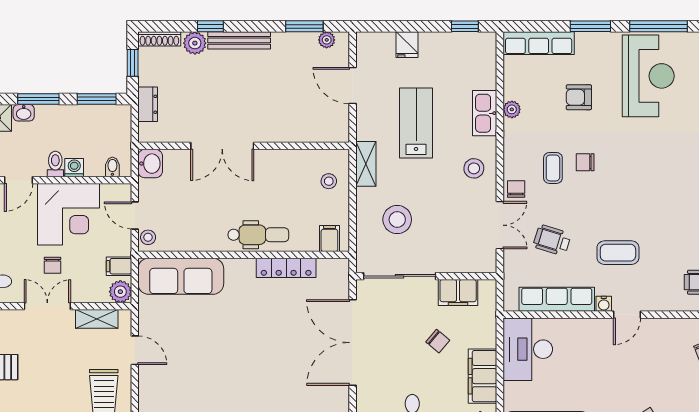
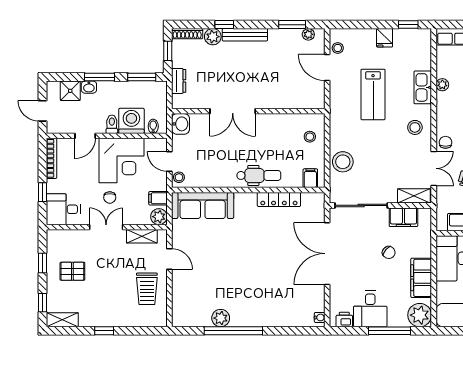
fridge: (407, 45) -> (385, 38), moved
stool: (367, 59) -> (338, 48), added
lab bench: (416, 123) -> (373, 94), turned 180
shelving: (366, 164) -> (414, 196), moved, turned 90
washing machine: (74, 168) -> (131, 121), width x1.89, depth x1.89
stool: (397, 220) -> (343, 162), moved

